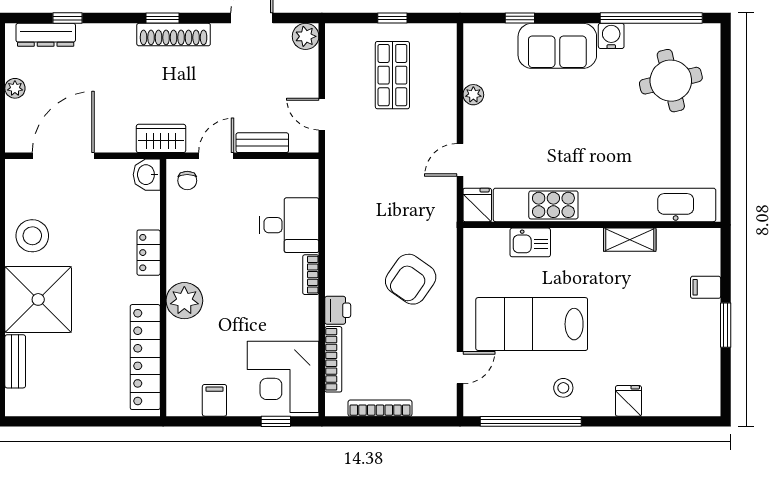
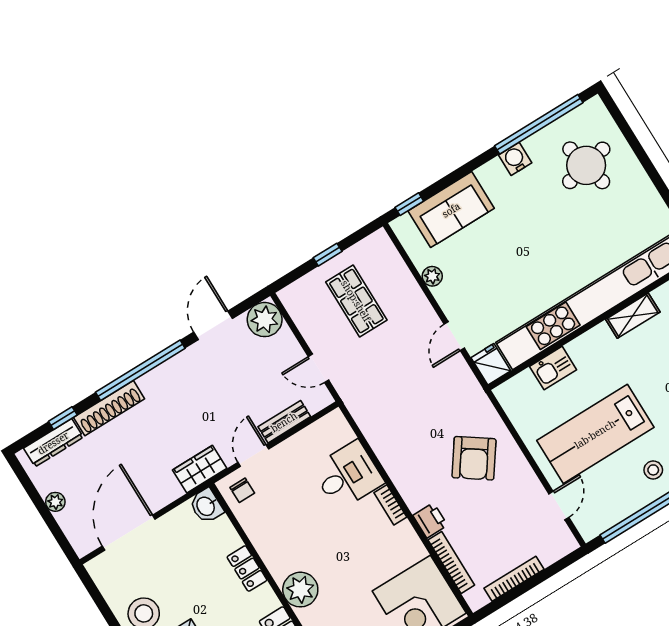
window: (163, 18) -> (140, 370), width x3.17
window: (520, 18) -> (409, 204), moved
shoe rack: (174, 35) -> (109, 408), moved
plant: (306, 36) -> (265, 320), width x1.36, depth x1.36
sofa: (557, 46) -> (451, 210), moved

